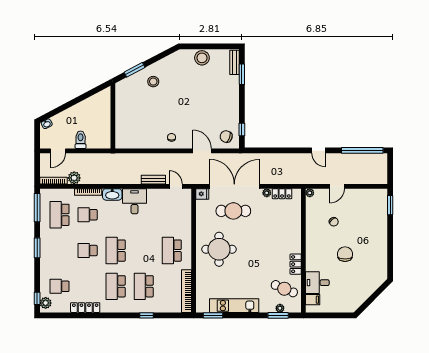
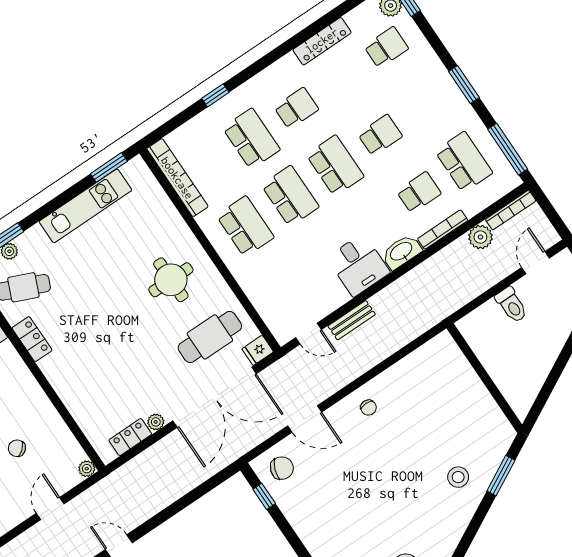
cafe table: (233, 211) -> (210, 337), moved
round table: (219, 249) -> (171, 280), width x0.73, depth x0.73
school desk: (144, 251) -> (290, 196), added
school desk: (116, 286) -> (296, 108), width x0.54

